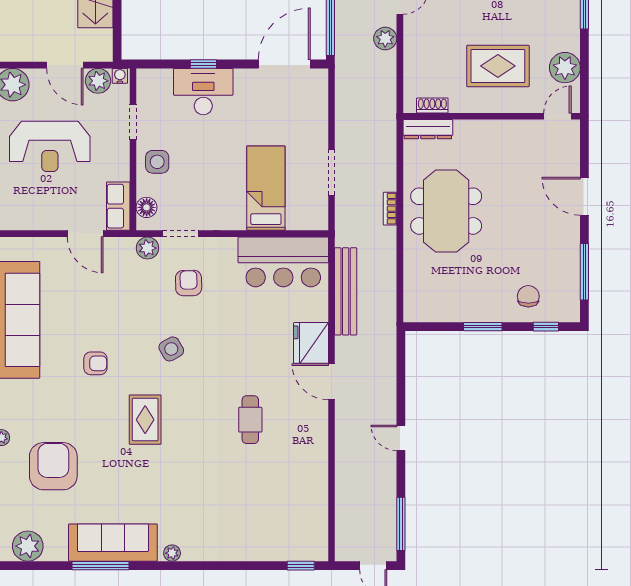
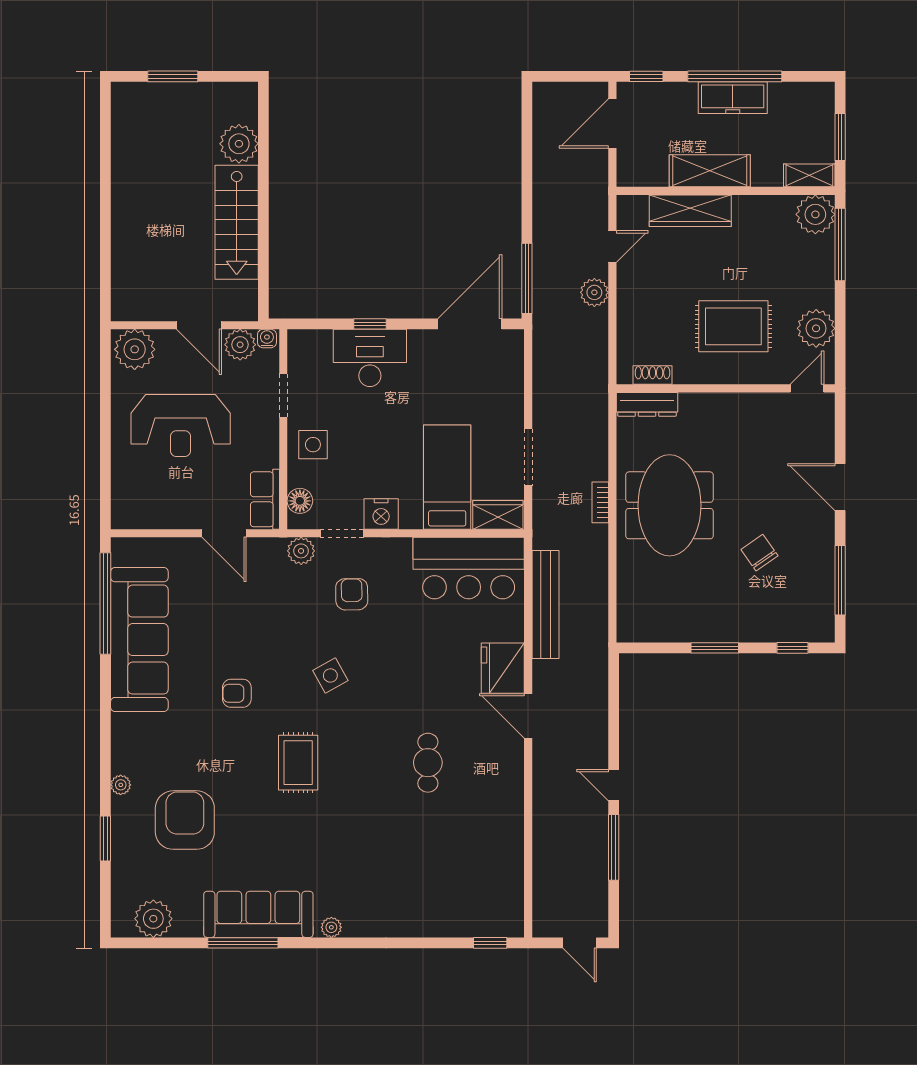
nightstand: (212, 218) -> (381, 514), added
wardrobe: (307, 219) -> (498, 515), added
chair: (528, 296) -> (759, 553), moved, turned -35
armchair: (95, 363) -> (237, 693), turned 180
window: (401, 524) -> (614, 847), moved

